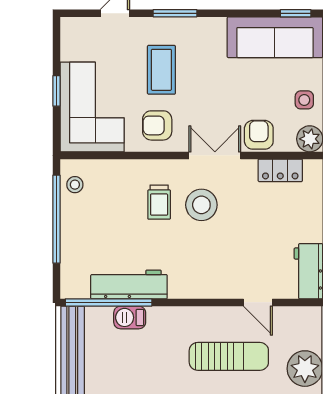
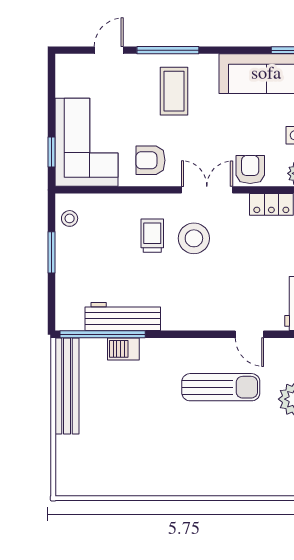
window: (175, 13) -> (168, 50), width x1.44
coffee table: (161, 70) -> (174, 91), moved
window: (56, 91) -> (51, 152), moved
trolley: (159, 202) -> (152, 236), turned 180
window: (56, 219) -> (51, 252), width x0.47

